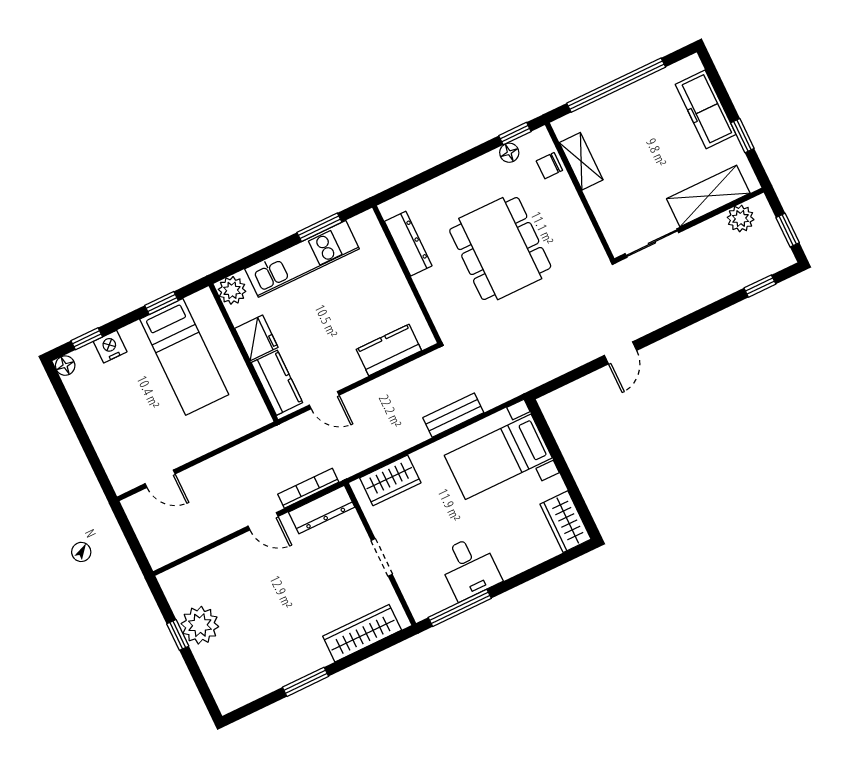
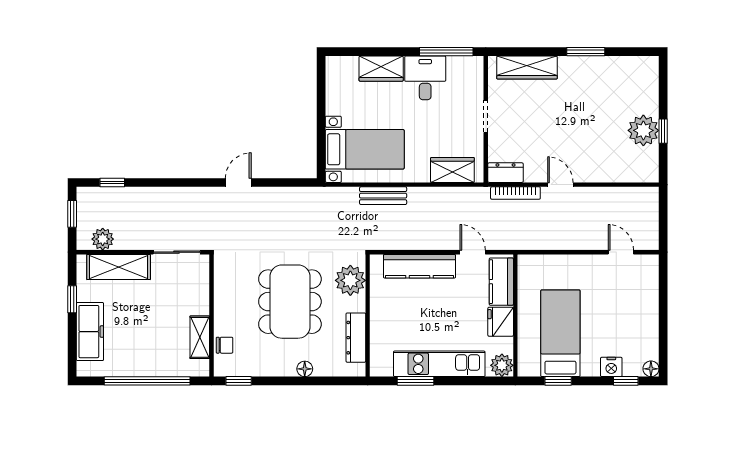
floor lamp: (509, 153) -> (305, 369), moved
plant: (445, 304) -> (350, 280), added
kitchen counter: (389, 350) -> (419, 266), width x1.50
dresser: (322, 510) -> (506, 173), width x0.70
wardrobe: (566, 522) -> (381, 69), moved, turned 90

